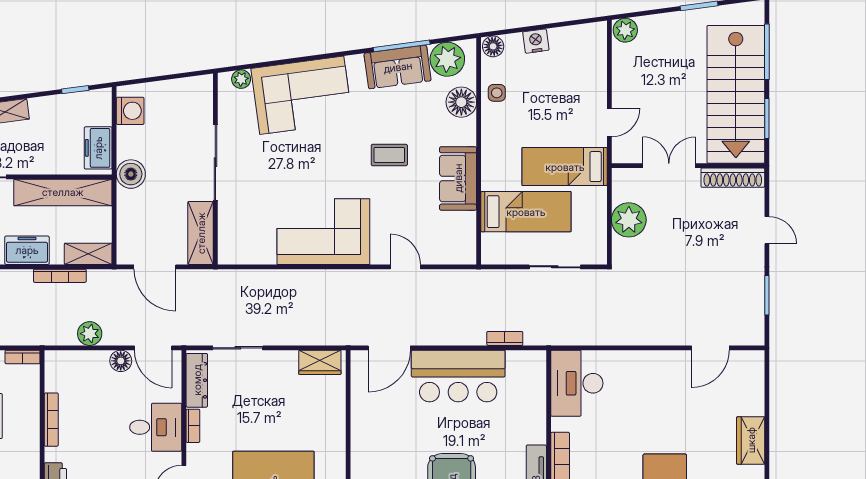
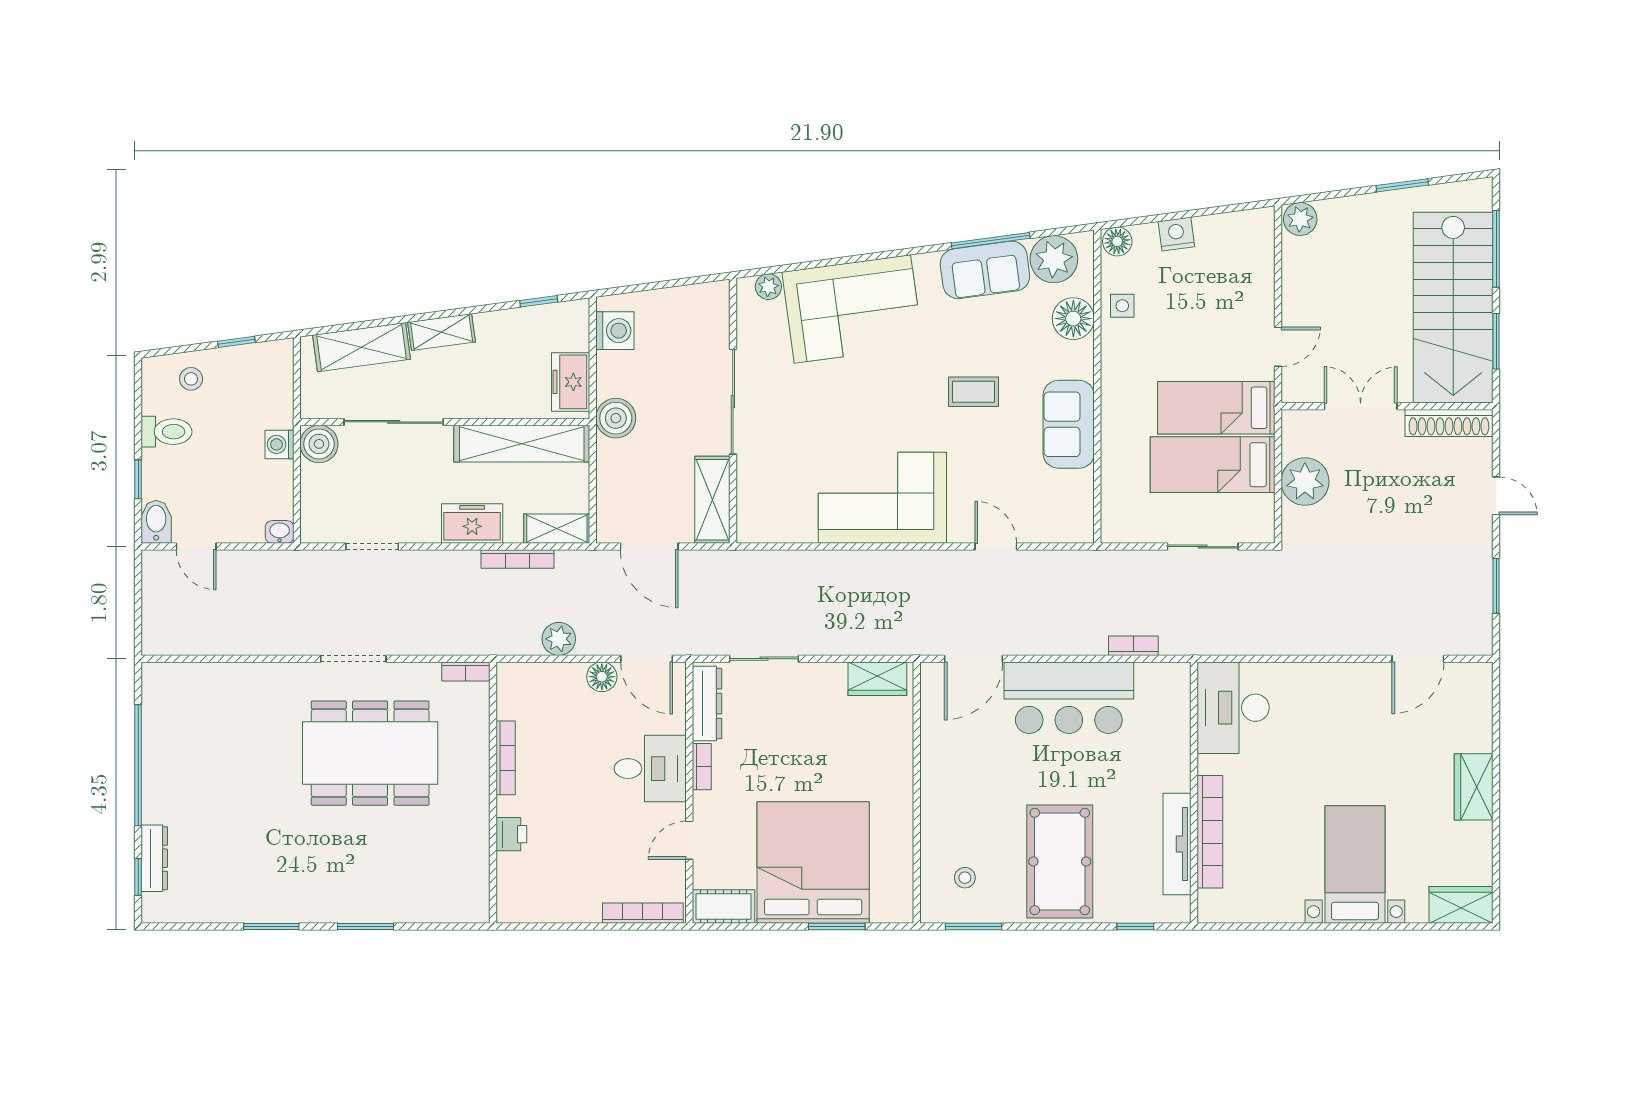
bed: (526, 212) -> (1213, 465), moved, turned 180

